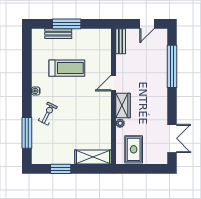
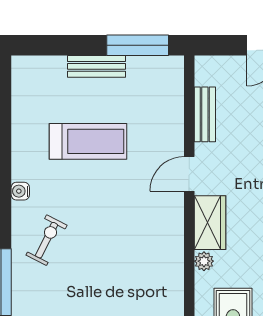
window: (67, 24) -> (138, 45), moved
bench: (58, 34) -> (96, 66), moved
bench: (121, 41) -> (205, 114), moved

